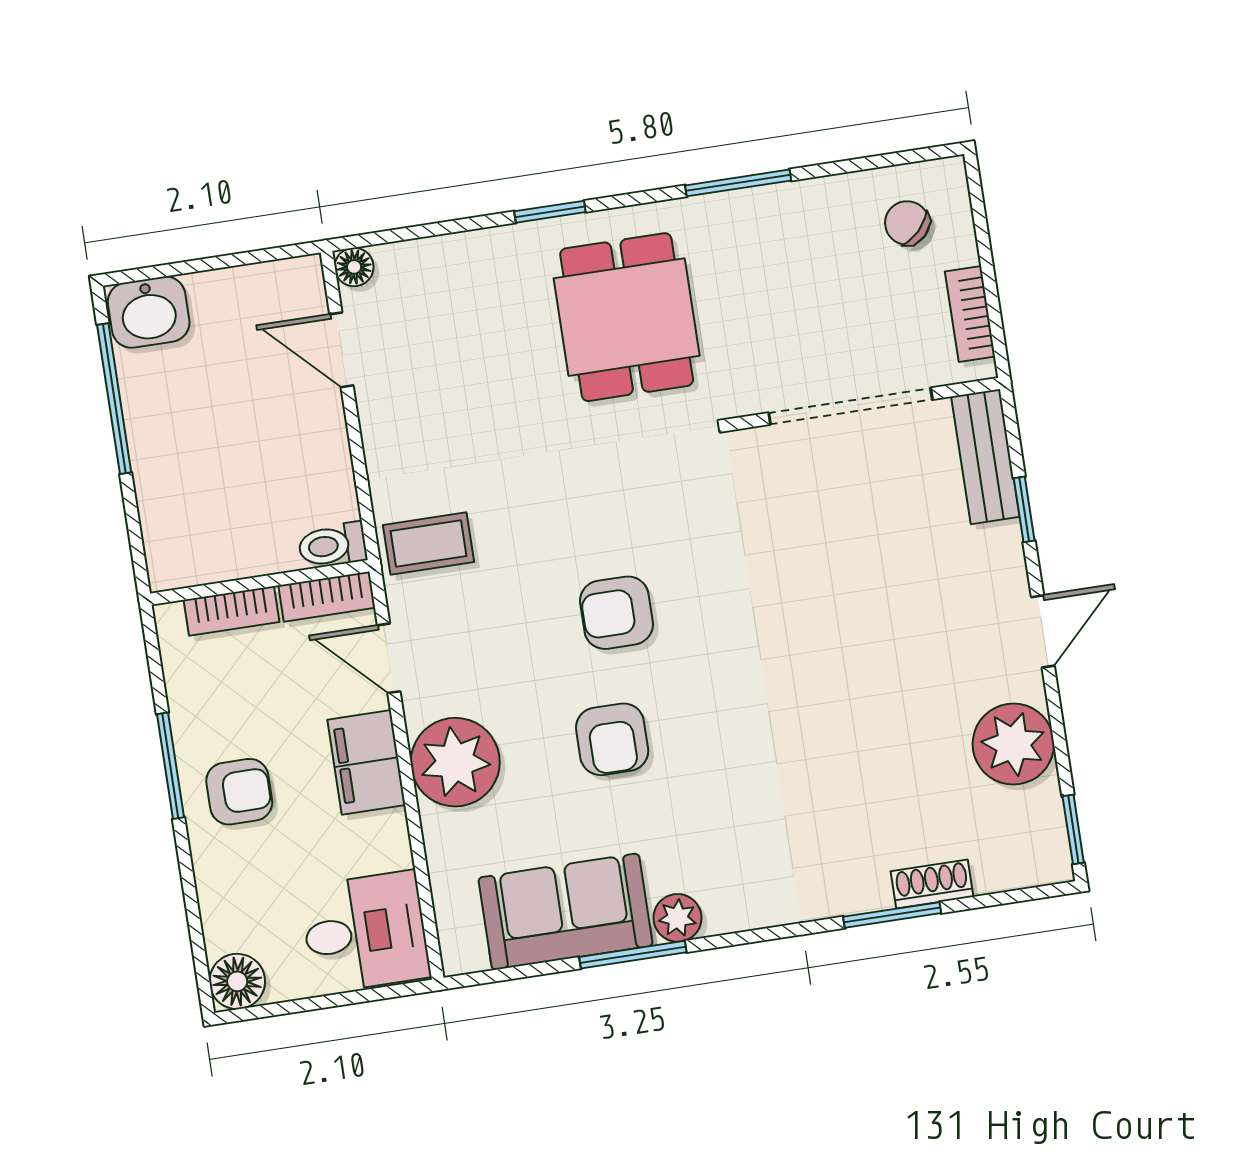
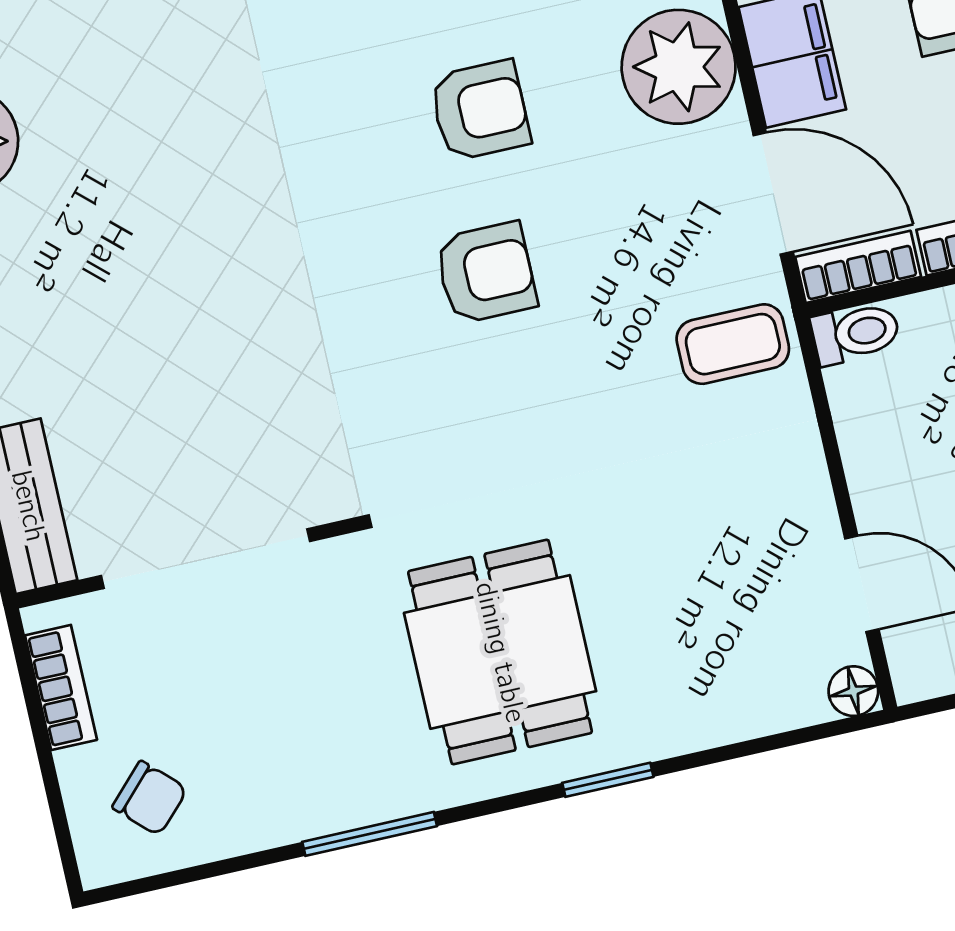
door: (389, 658) -> (773, 194), width x1.38
armchair: (612, 739) -> (480, 110), turned 90

